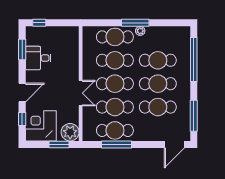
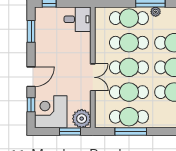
desk: (38, 58) -> (78, 19), moved, turned 180

